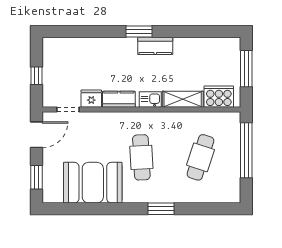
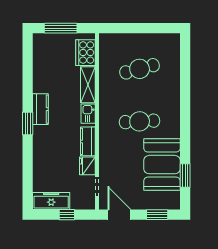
freezer: (52, 58) -> (51, 201), added
window: (246, 150) -> (133, 28), removed
cafe table: (200, 157) -> (140, 69), turned -33
window: (161, 209) -> (185, 176), moved

